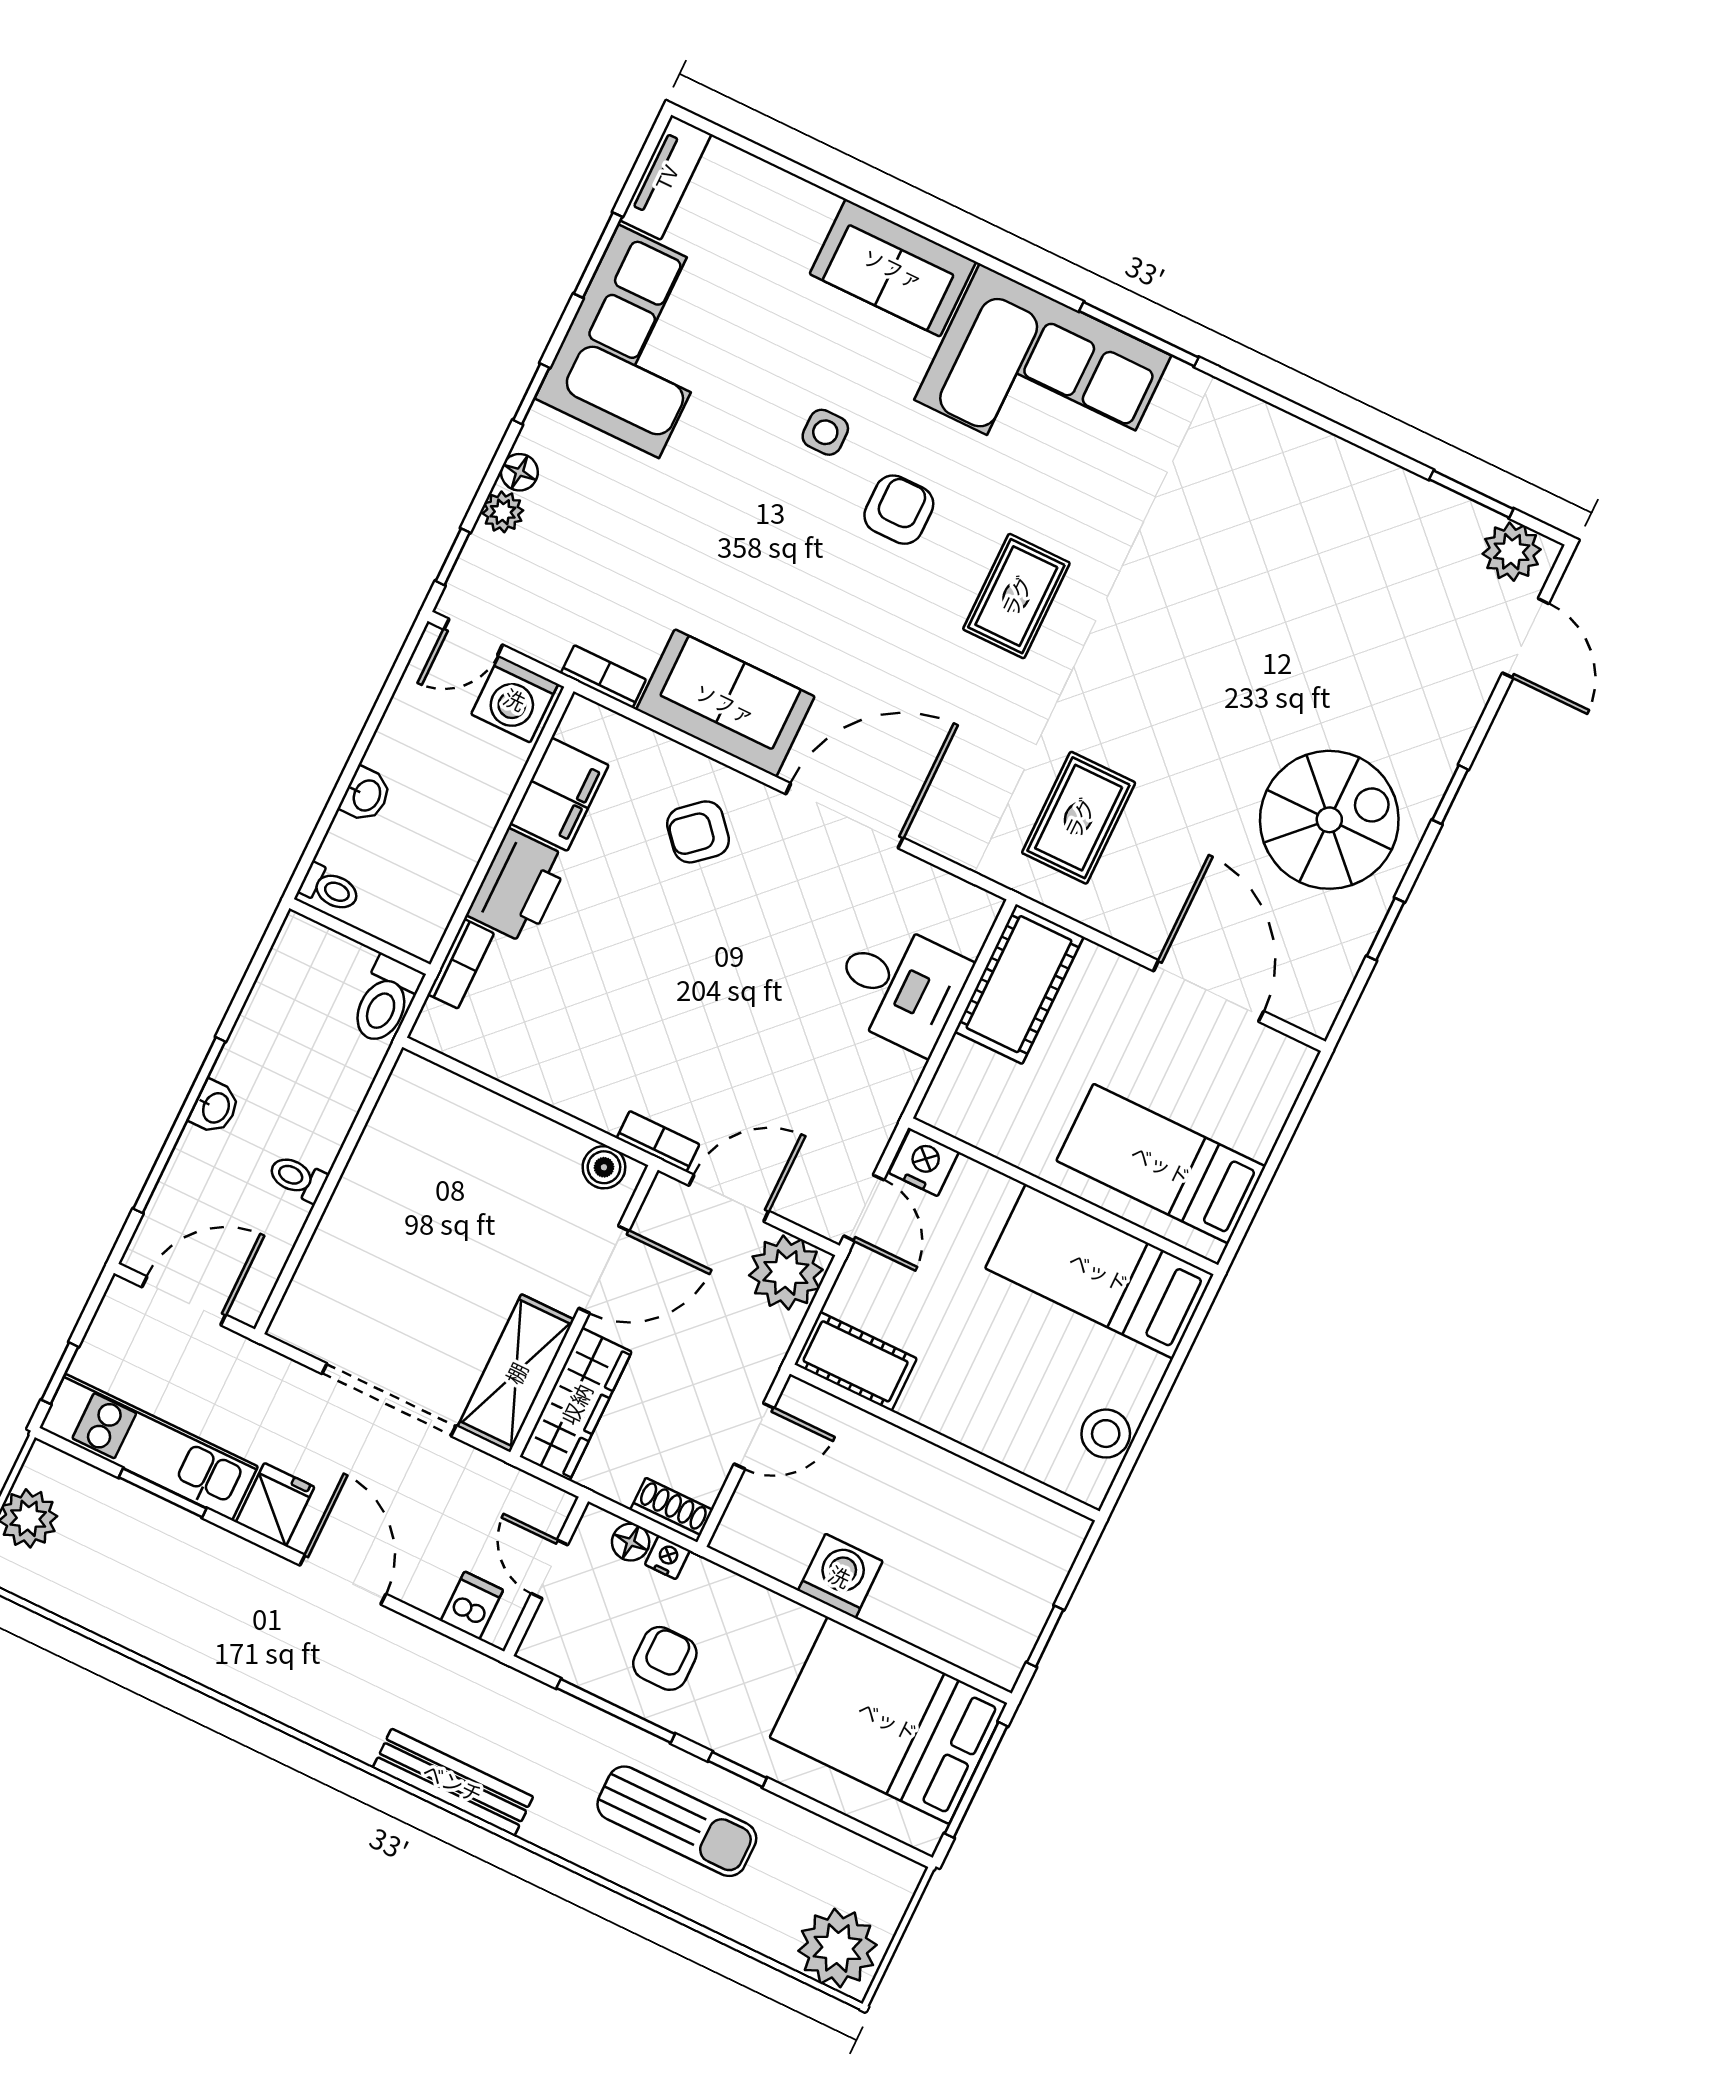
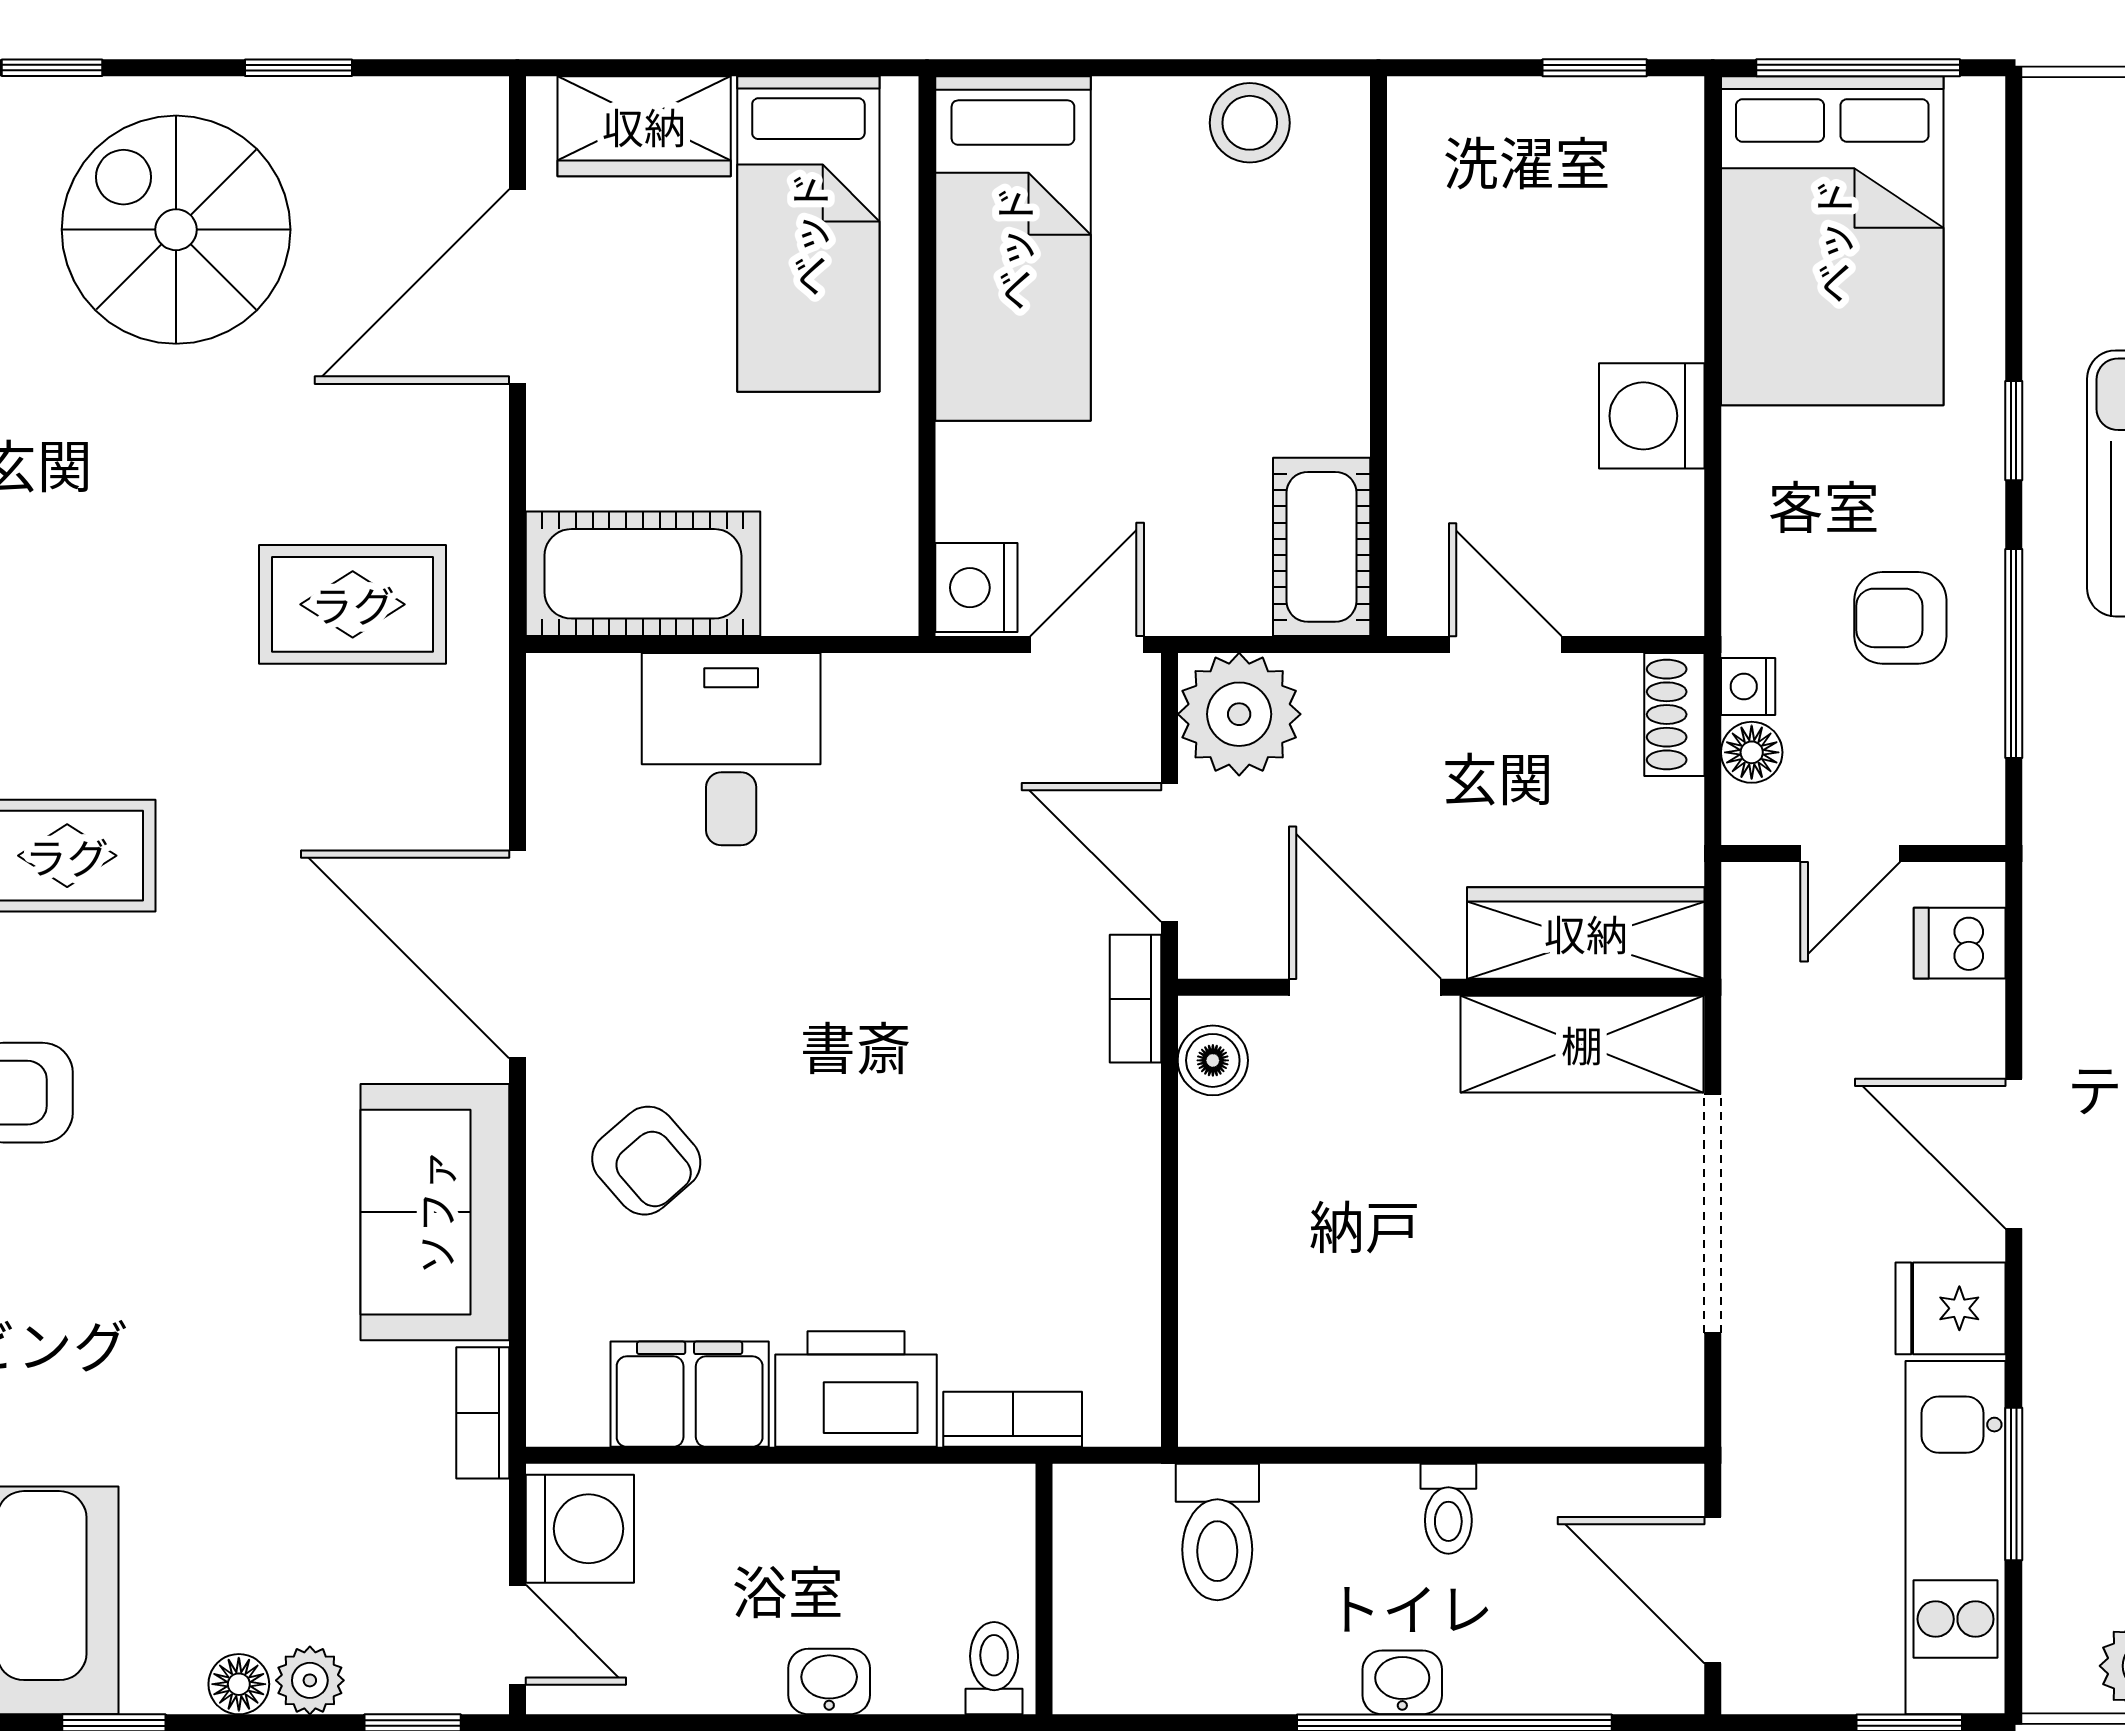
toilet: (386, 1000) -> (1217, 1532), moved, turned 90
wardrobe: (1263, 1102) -> (644, 126), added
door: (343, 1580) -> (2014, 1154), hinge flipped

